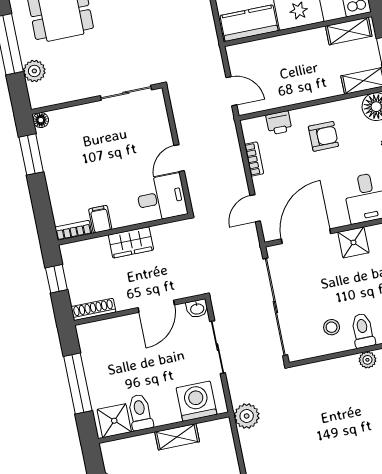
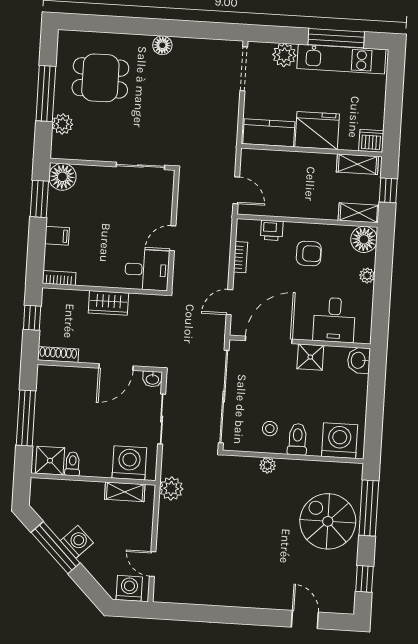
floor lamp: (41, 120) -> (62, 177), width x1.89, depth x1.89
filing cabinet: (100, 219) -> (57, 236), moved, turned 90
plant: (367, 360) -> (268, 465), moved
toilet: (140, 412) -> (73, 464), width x0.73, depth x0.72
shelving: (177, 437) -> (125, 492), moved

